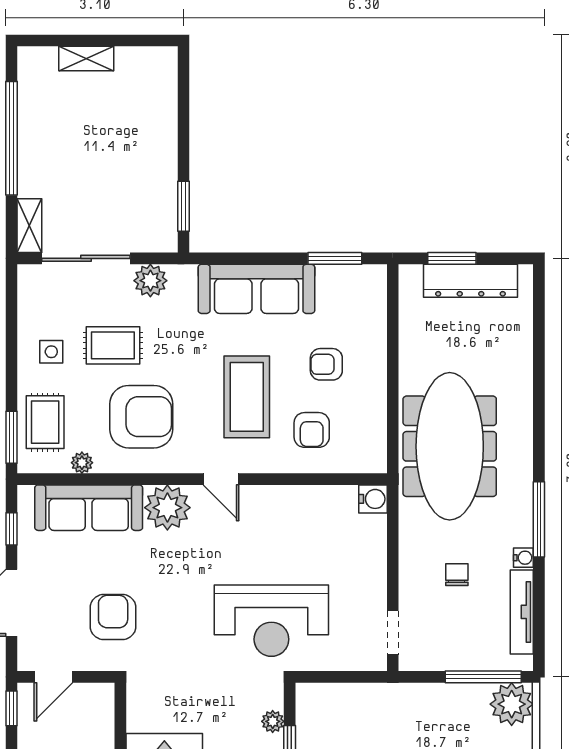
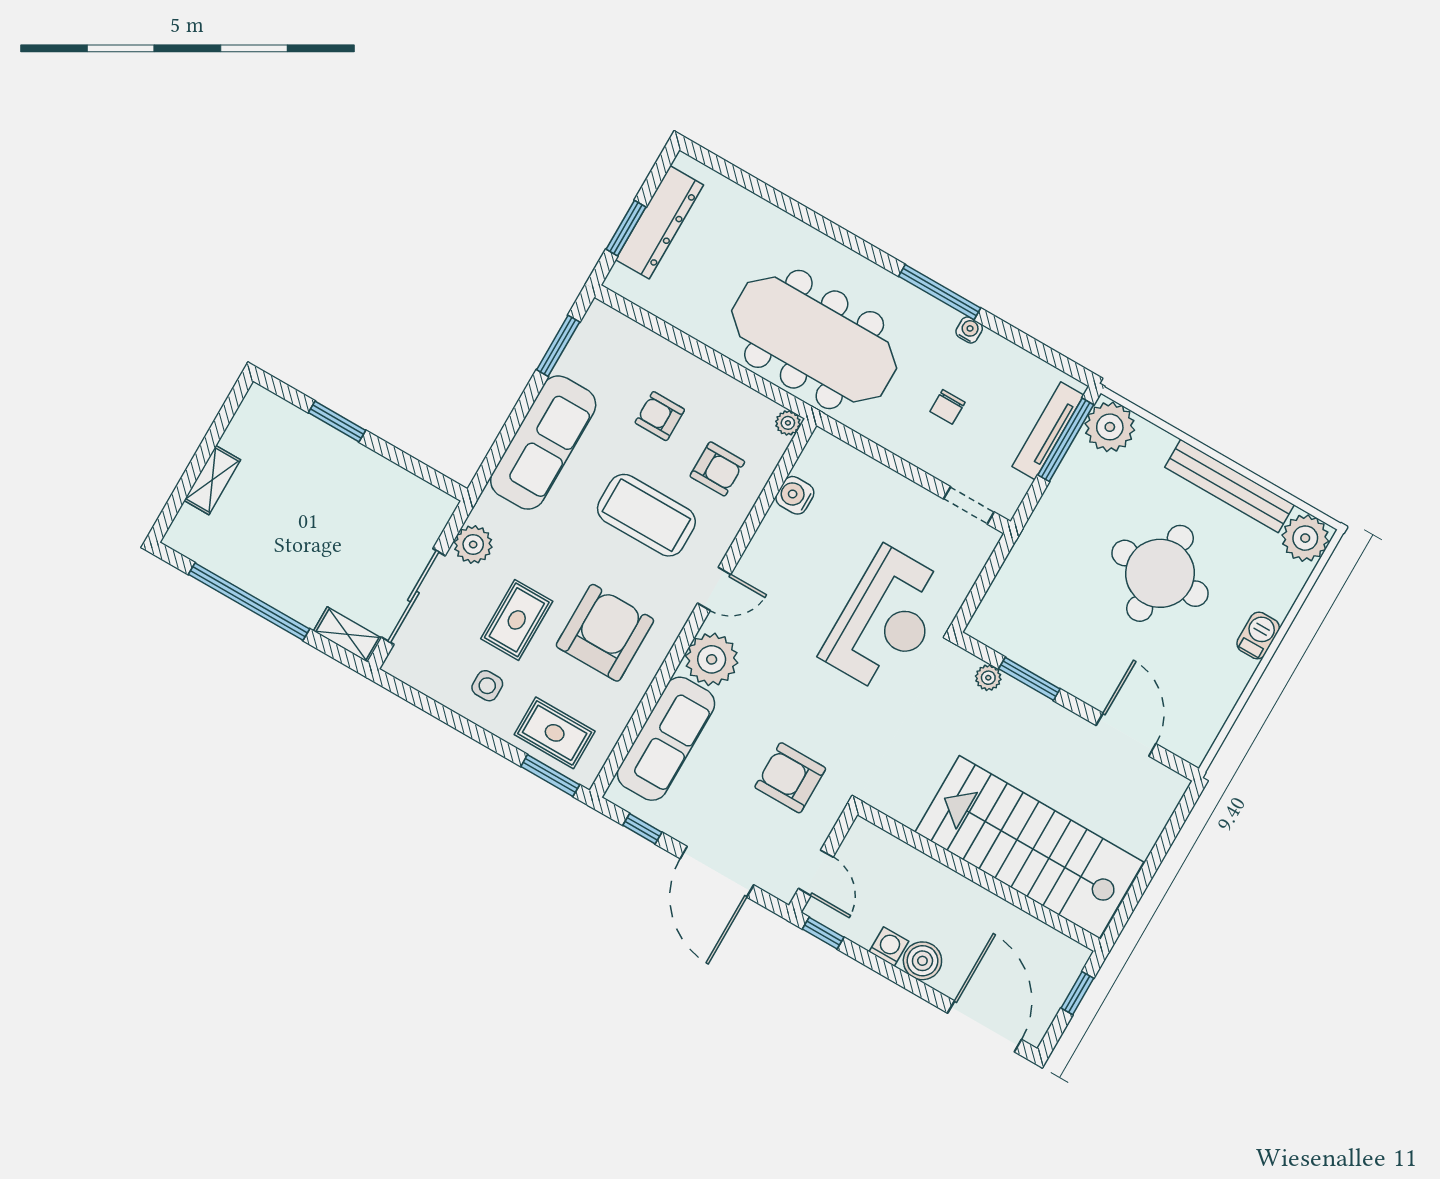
window: (183, 206) -> (337, 421), moved
armchair: (326, 364) -> (660, 416), turned 90
plant: (82, 463) -> (788, 423), moved
water cooler: (373, 499) -> (795, 495), moved, turned -90
chair: (457, 575) -> (948, 407), turned -90
tv unit: (522, 612) -> (1048, 431), moved, turned 90

